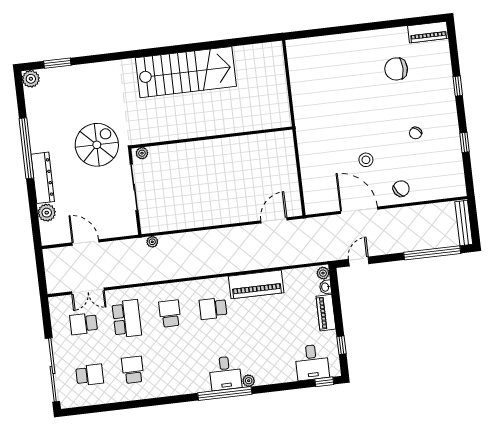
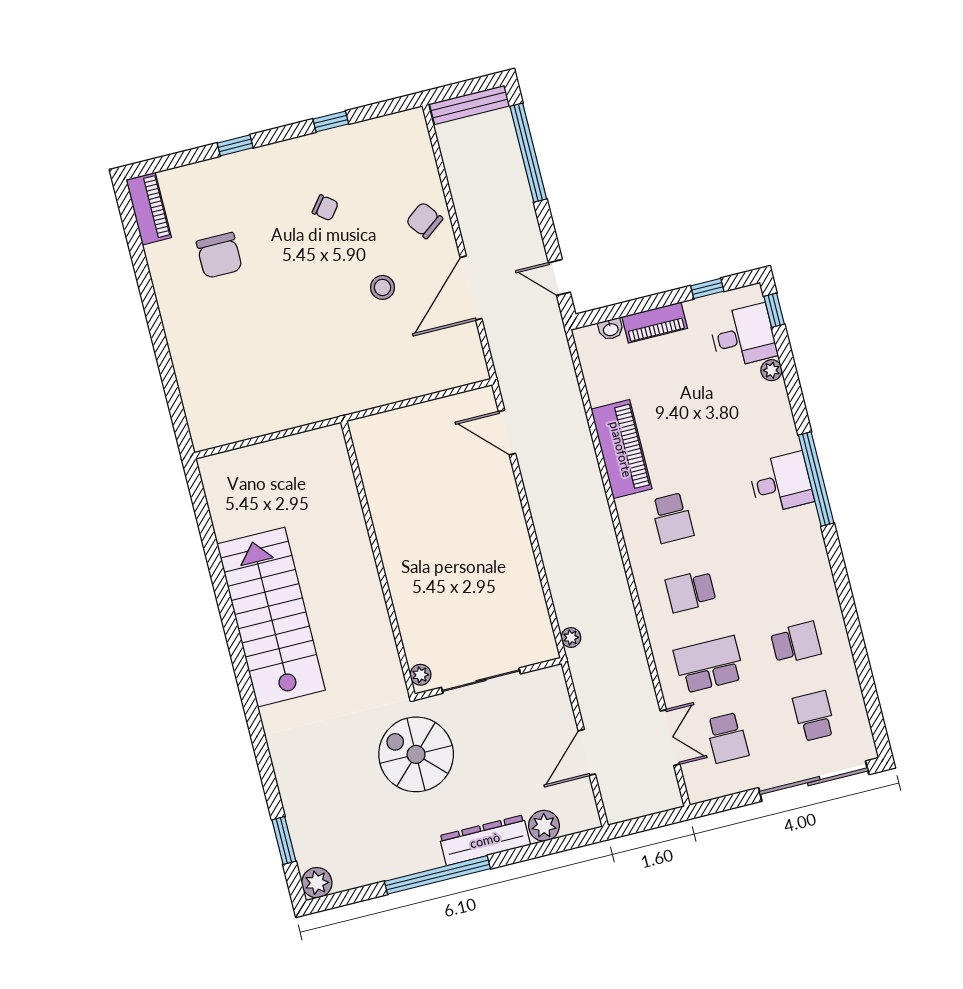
plant: (323, 273) -> (587, 336), removed
school desk: (133, 370) -> (796, 643), turned 180
plant: (249, 381) -> (771, 370), moved

